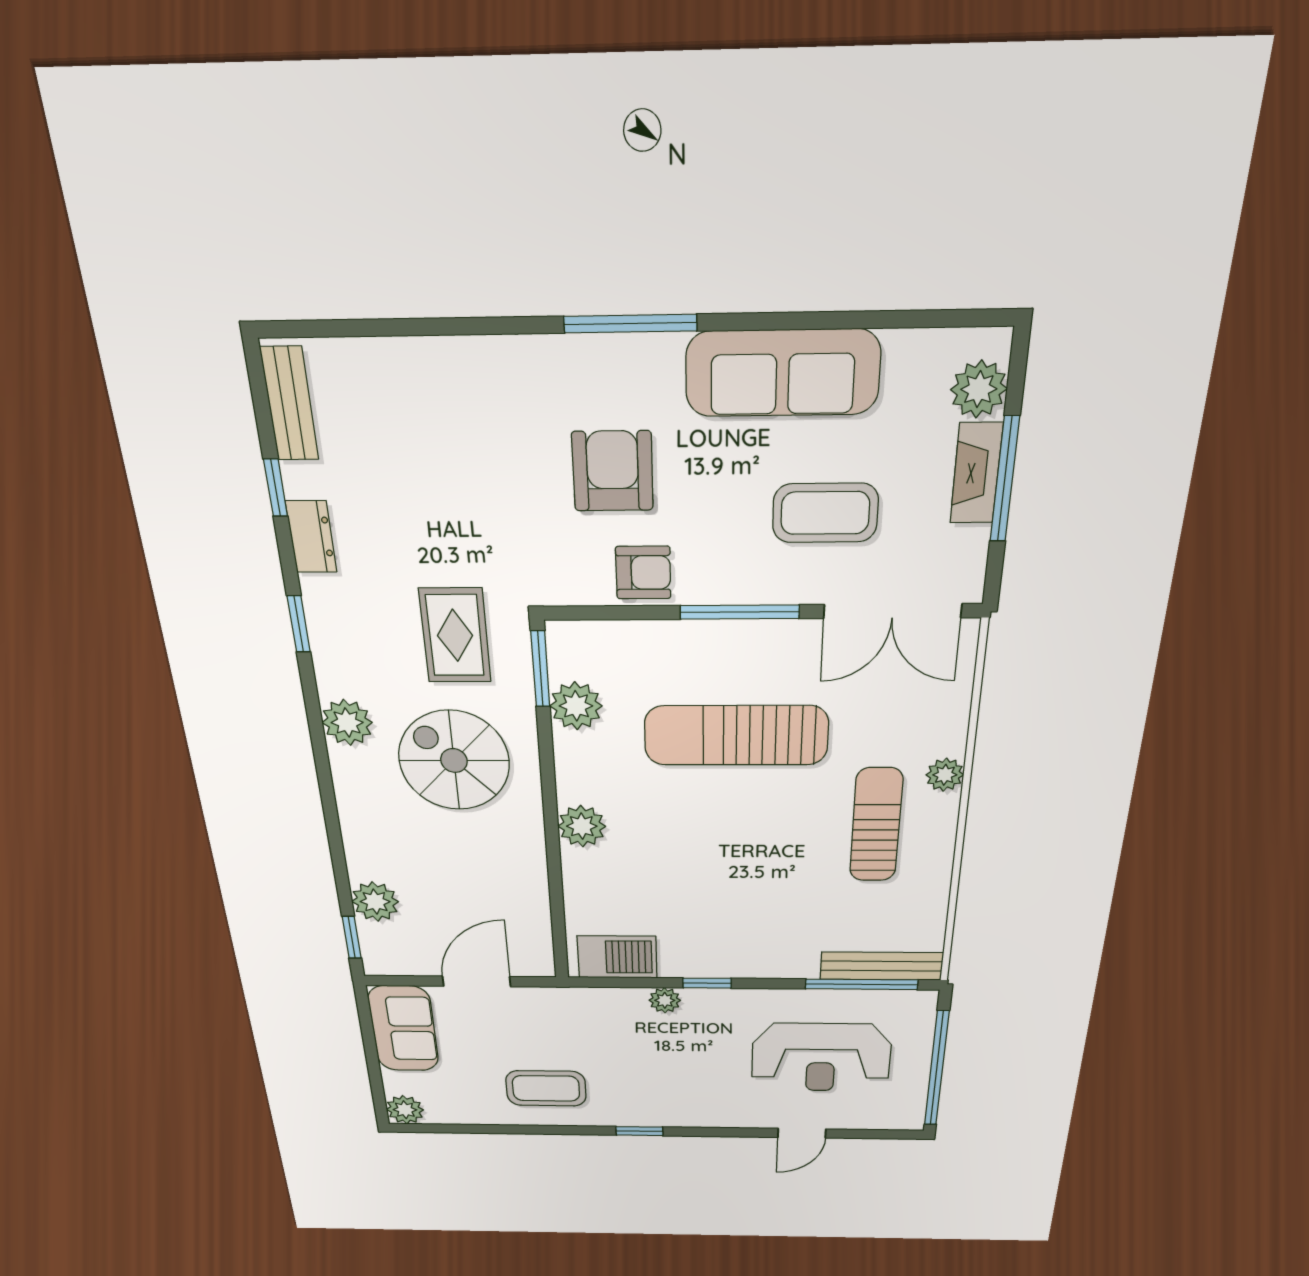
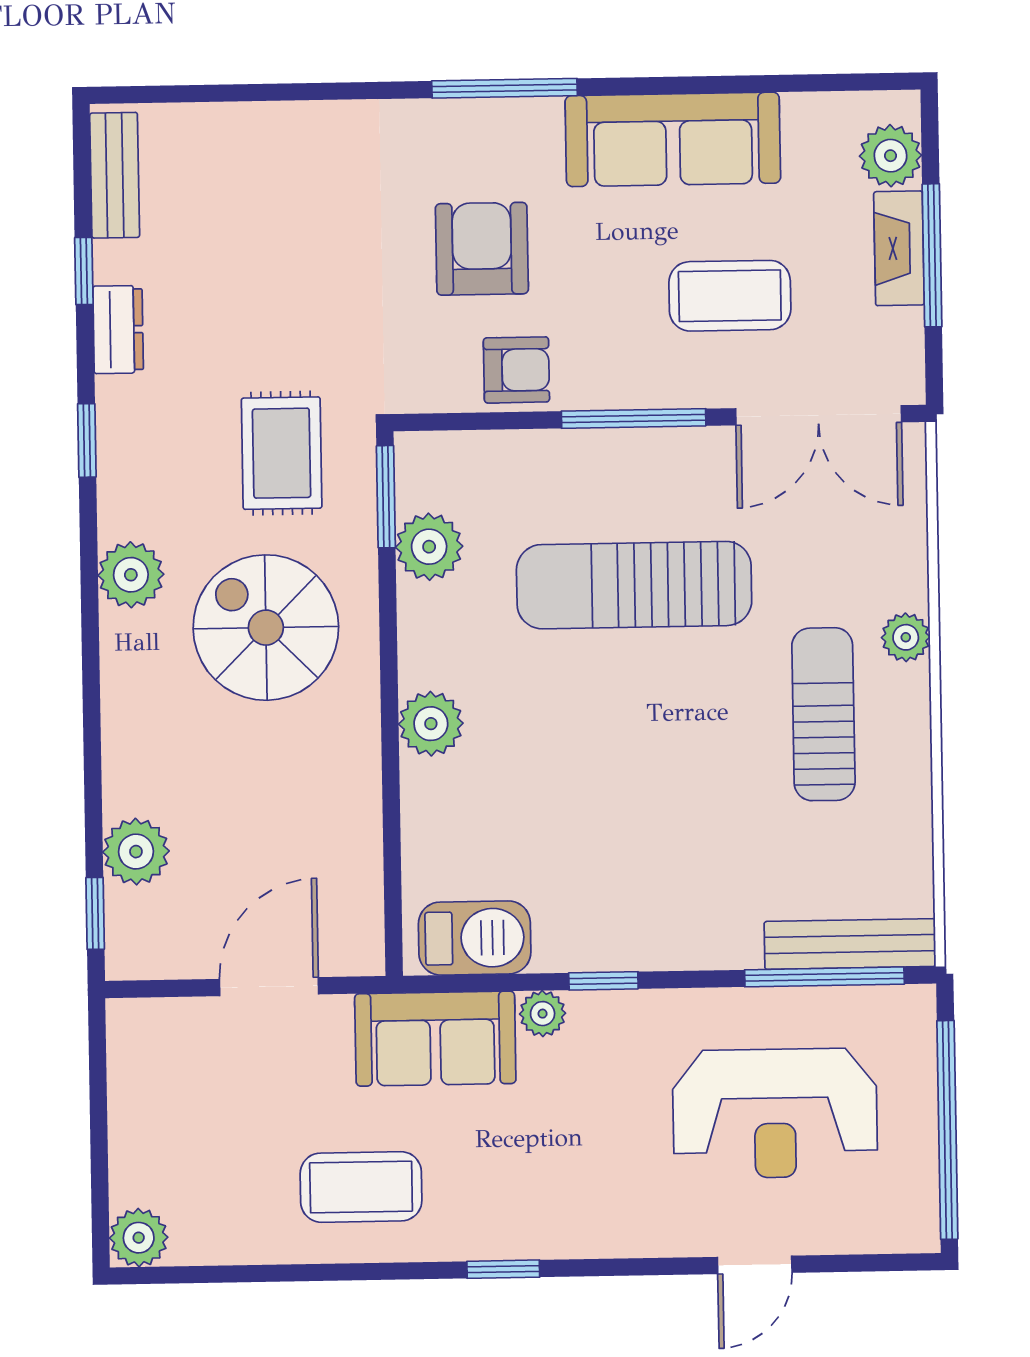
sofa: (403, 1029) -> (435, 1039), moved, turned 90

